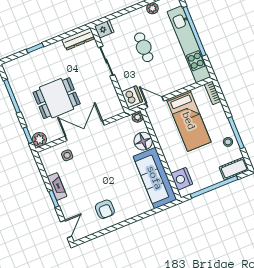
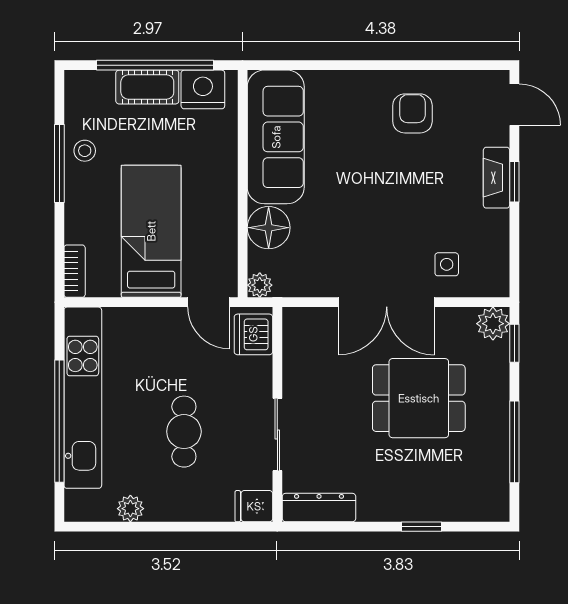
cot: (234, 169) -> (147, 87), moved
nightstand: (182, 179) -> (203, 89), moved, turned -90
fireplace: (57, 186) -> (497, 178), moved
door: (66, 229) -> (514, 105), swing flipped

